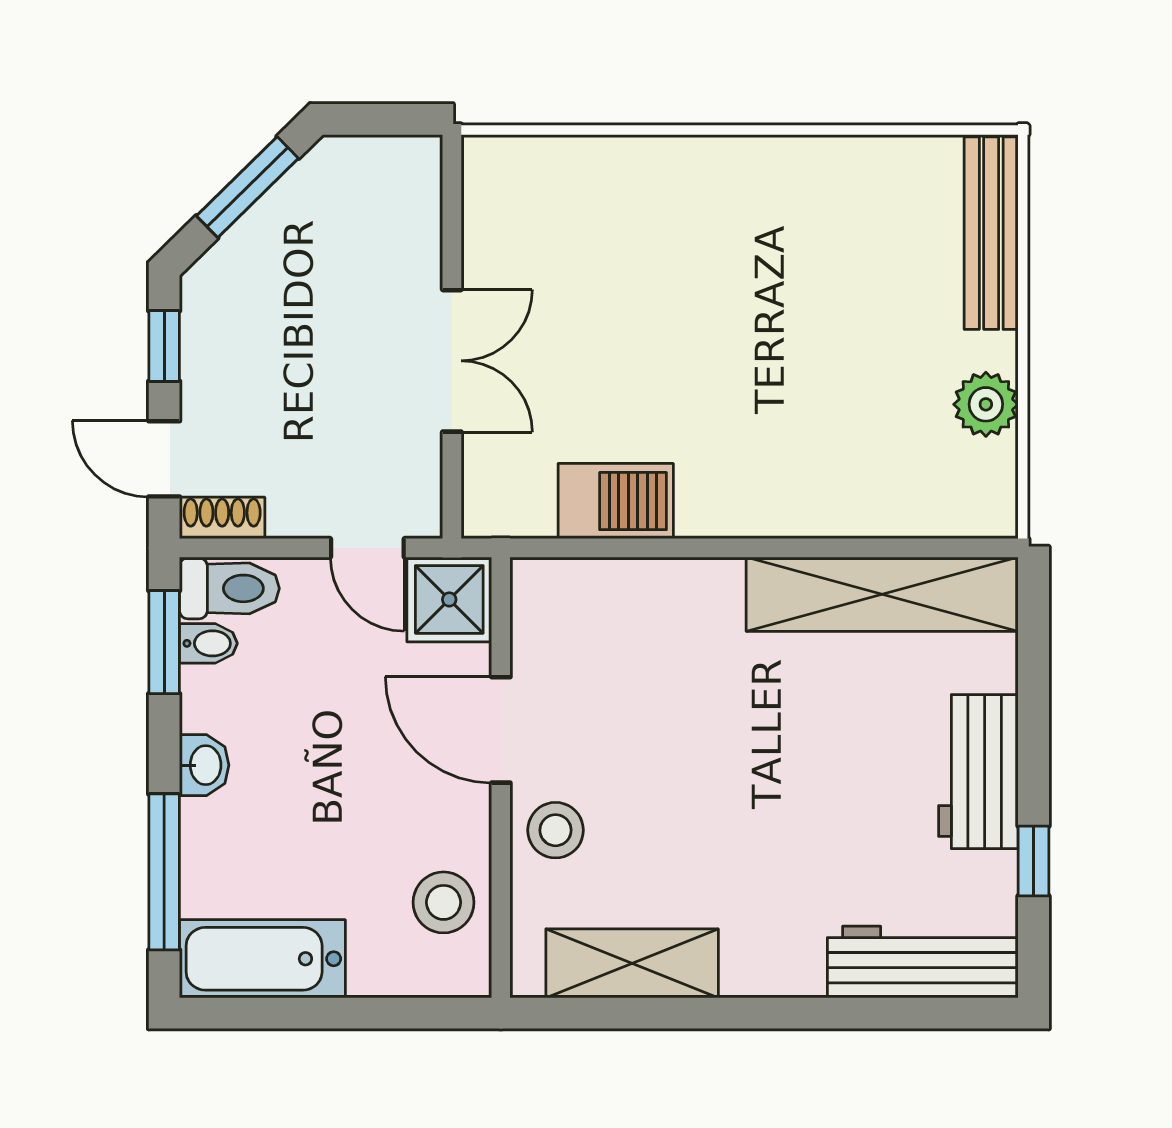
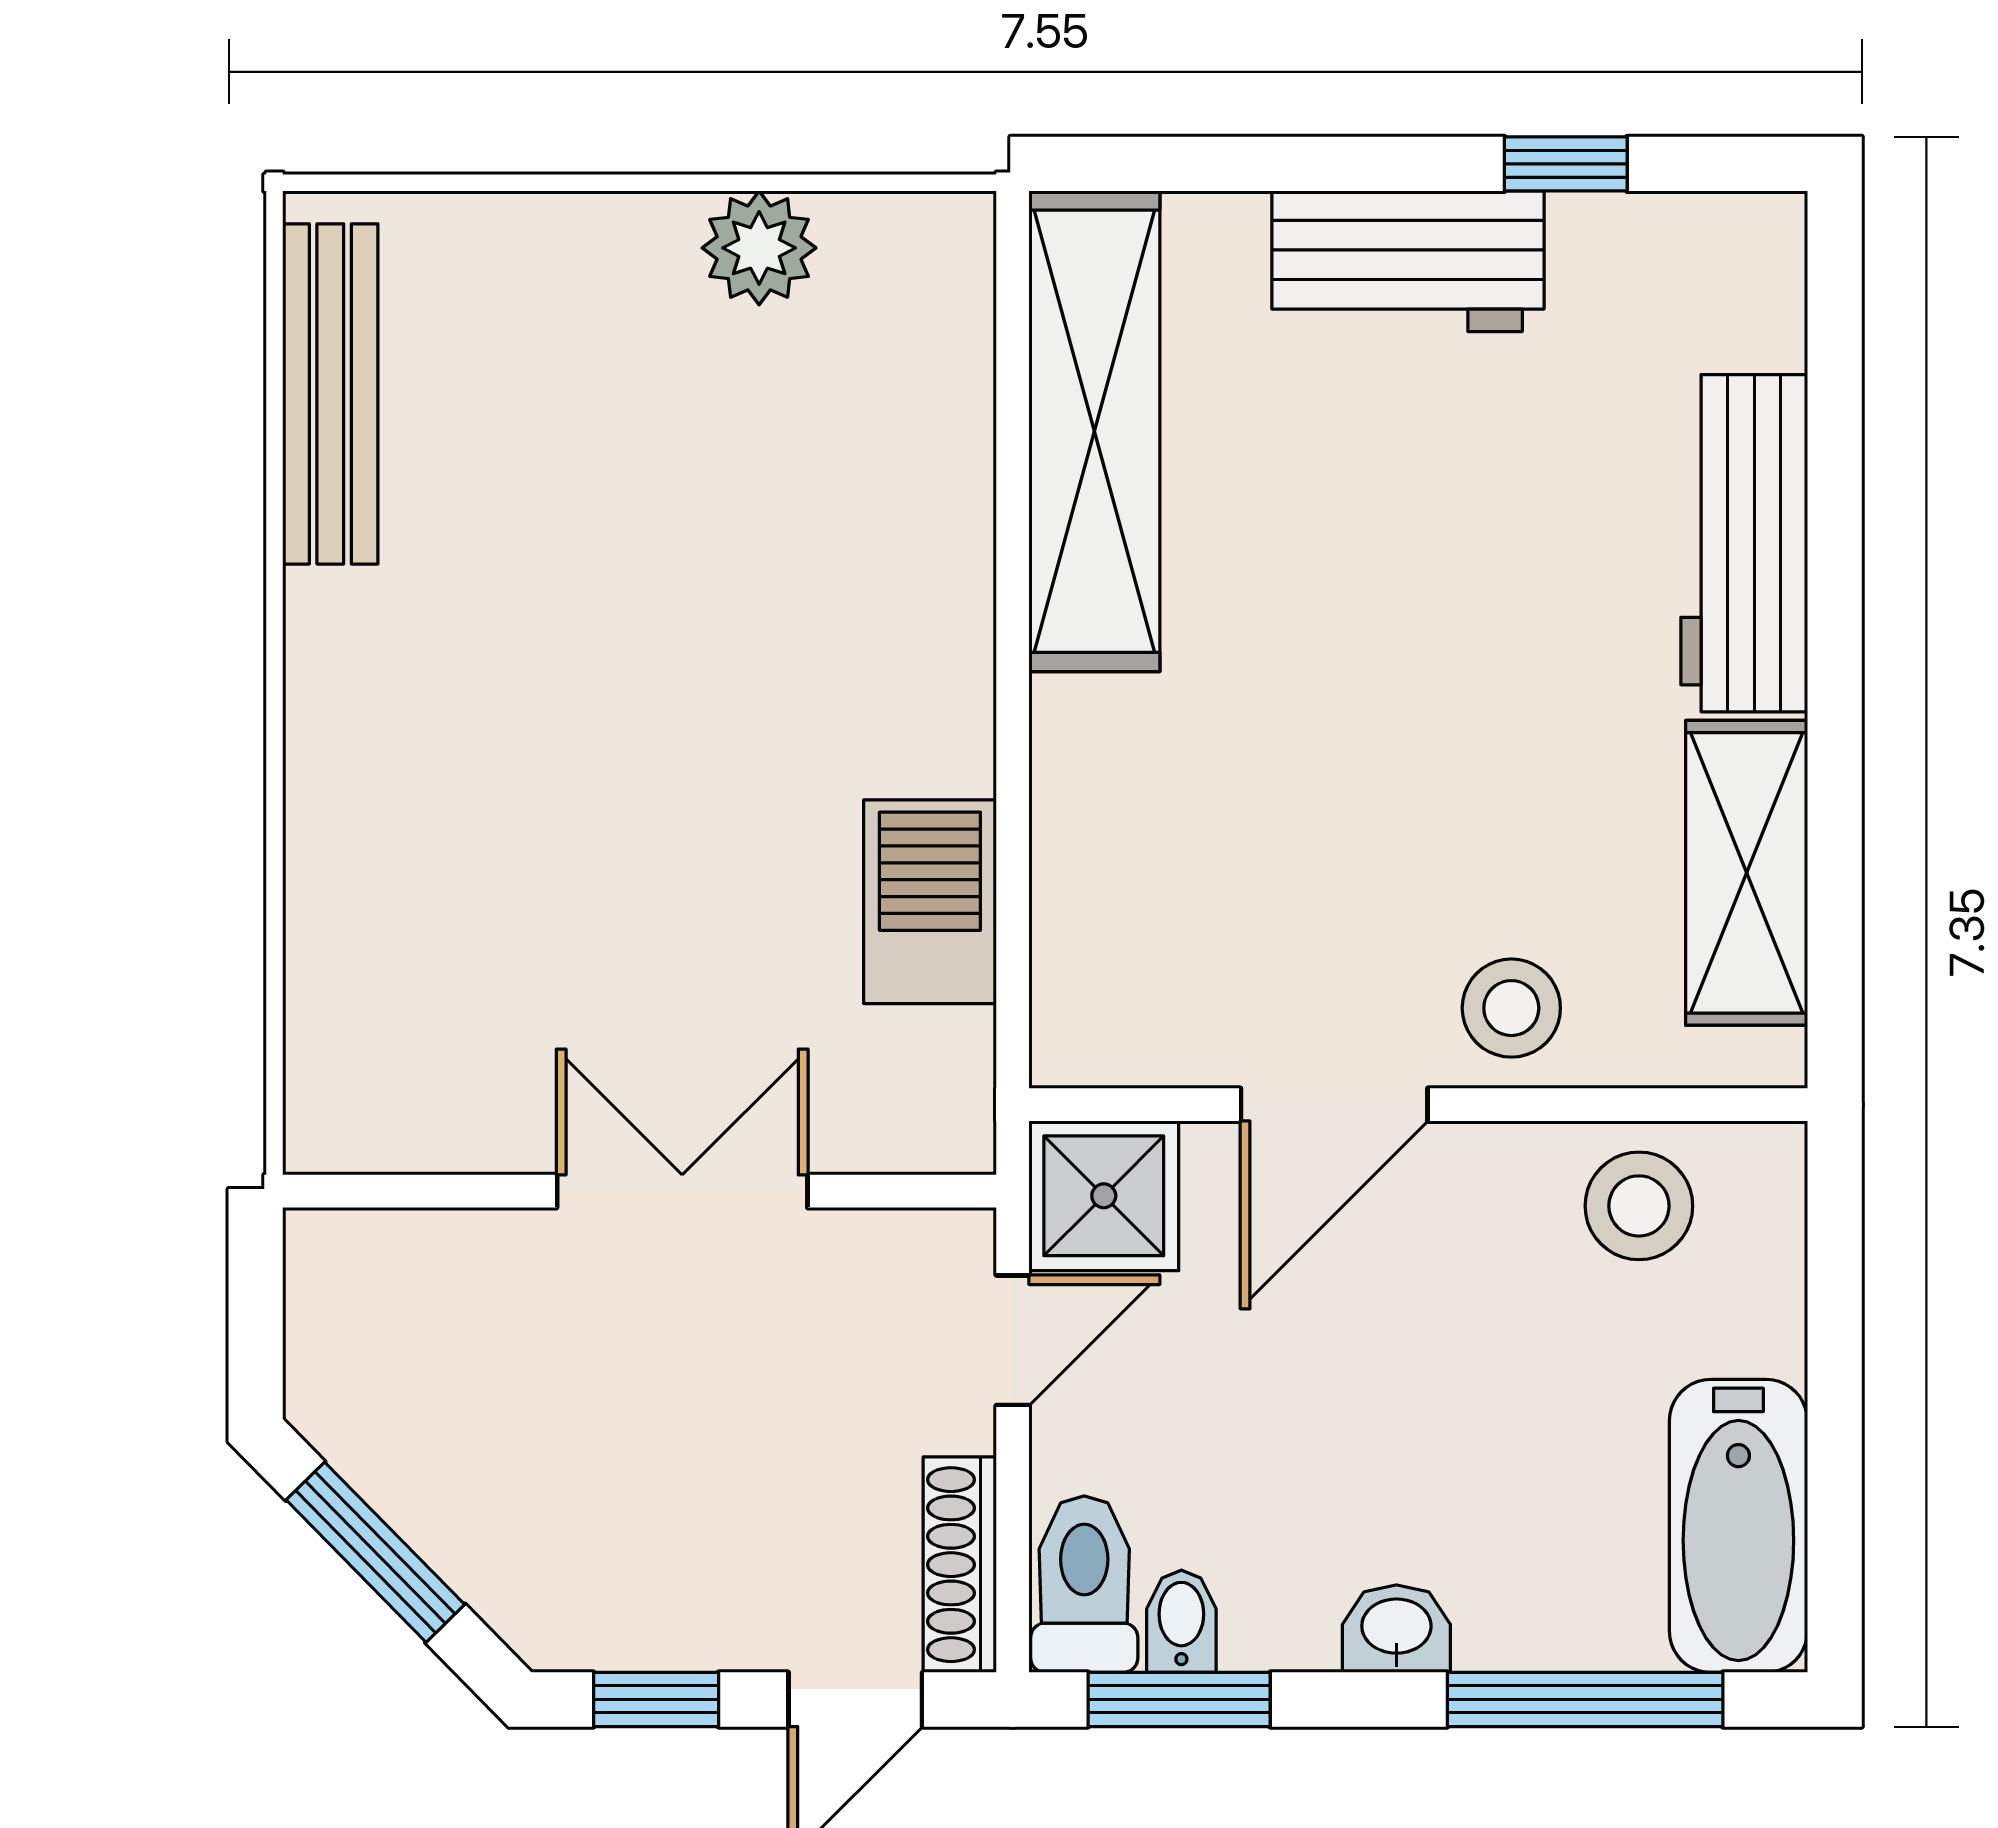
bench: (991, 233) -> (330, 394), moved, turned 90
shoe rack: (222, 518) -> (960, 1565), width x1.43
workbench: (923, 962) -> (1744, 543), moved

